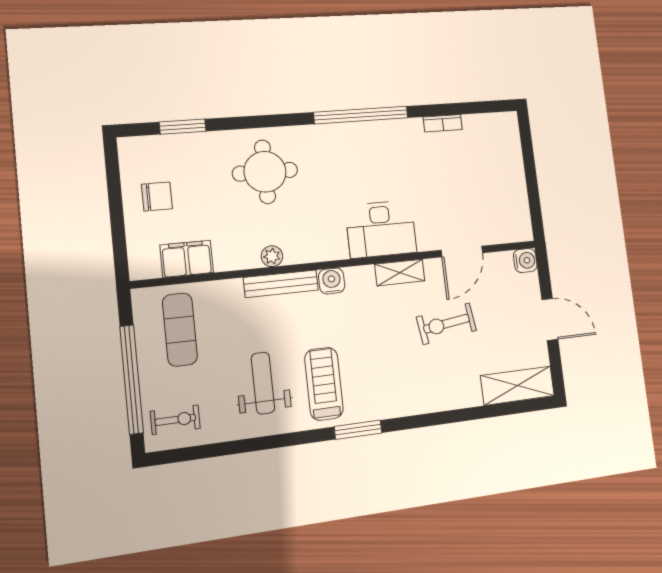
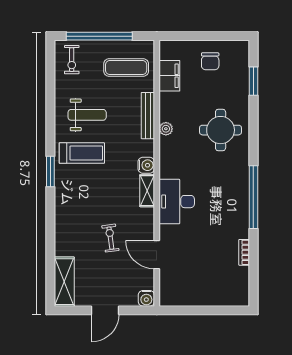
shelving: (400, 273) -> (147, 191), moved
bench: (281, 284) -> (148, 116), moved
exercise bike: (446, 324) -> (110, 238), width x0.73, depth x0.72

